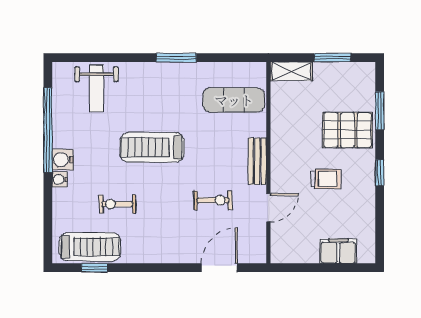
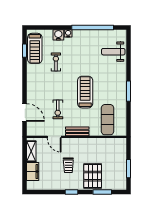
shelving: (291, 71) -> (31, 151), moved
treadmill: (152, 147) -> (85, 92), moved
water cooler: (63, 160) -> (58, 35), moved

